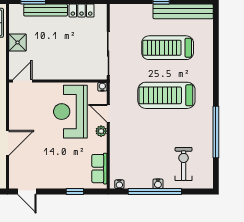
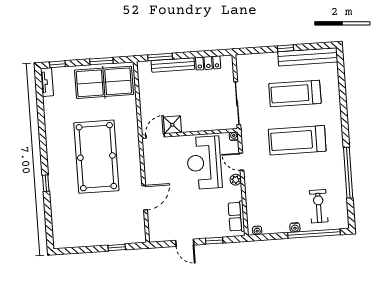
shower: (18, 43) -> (172, 125), moved
door: (27, 191) -> (185, 243), moved
window: (155, 191) -> (314, 234), moved

